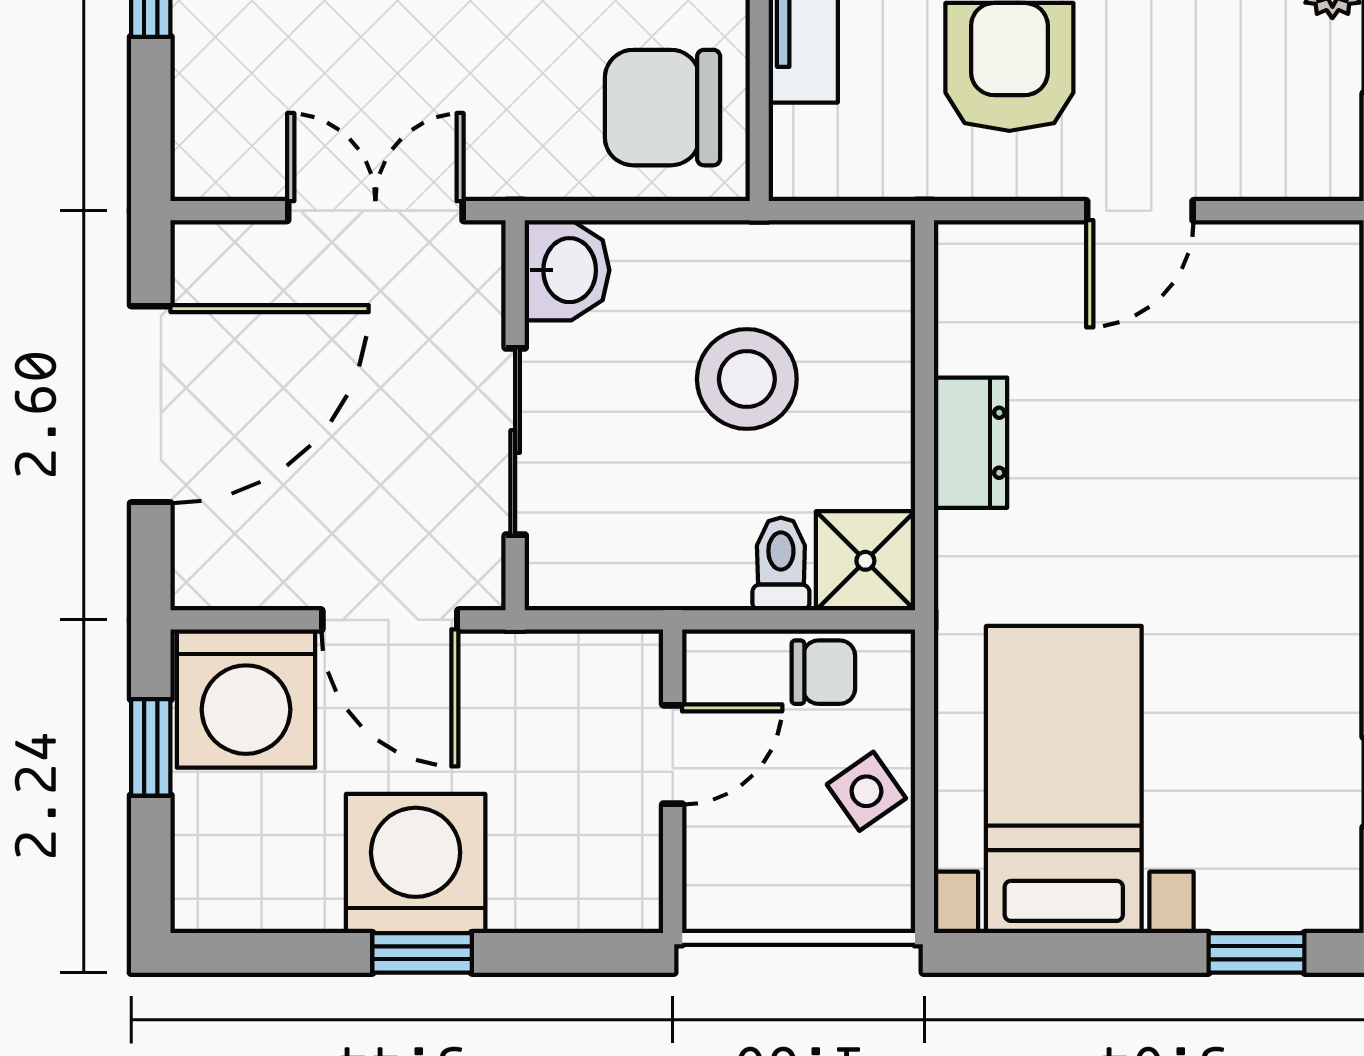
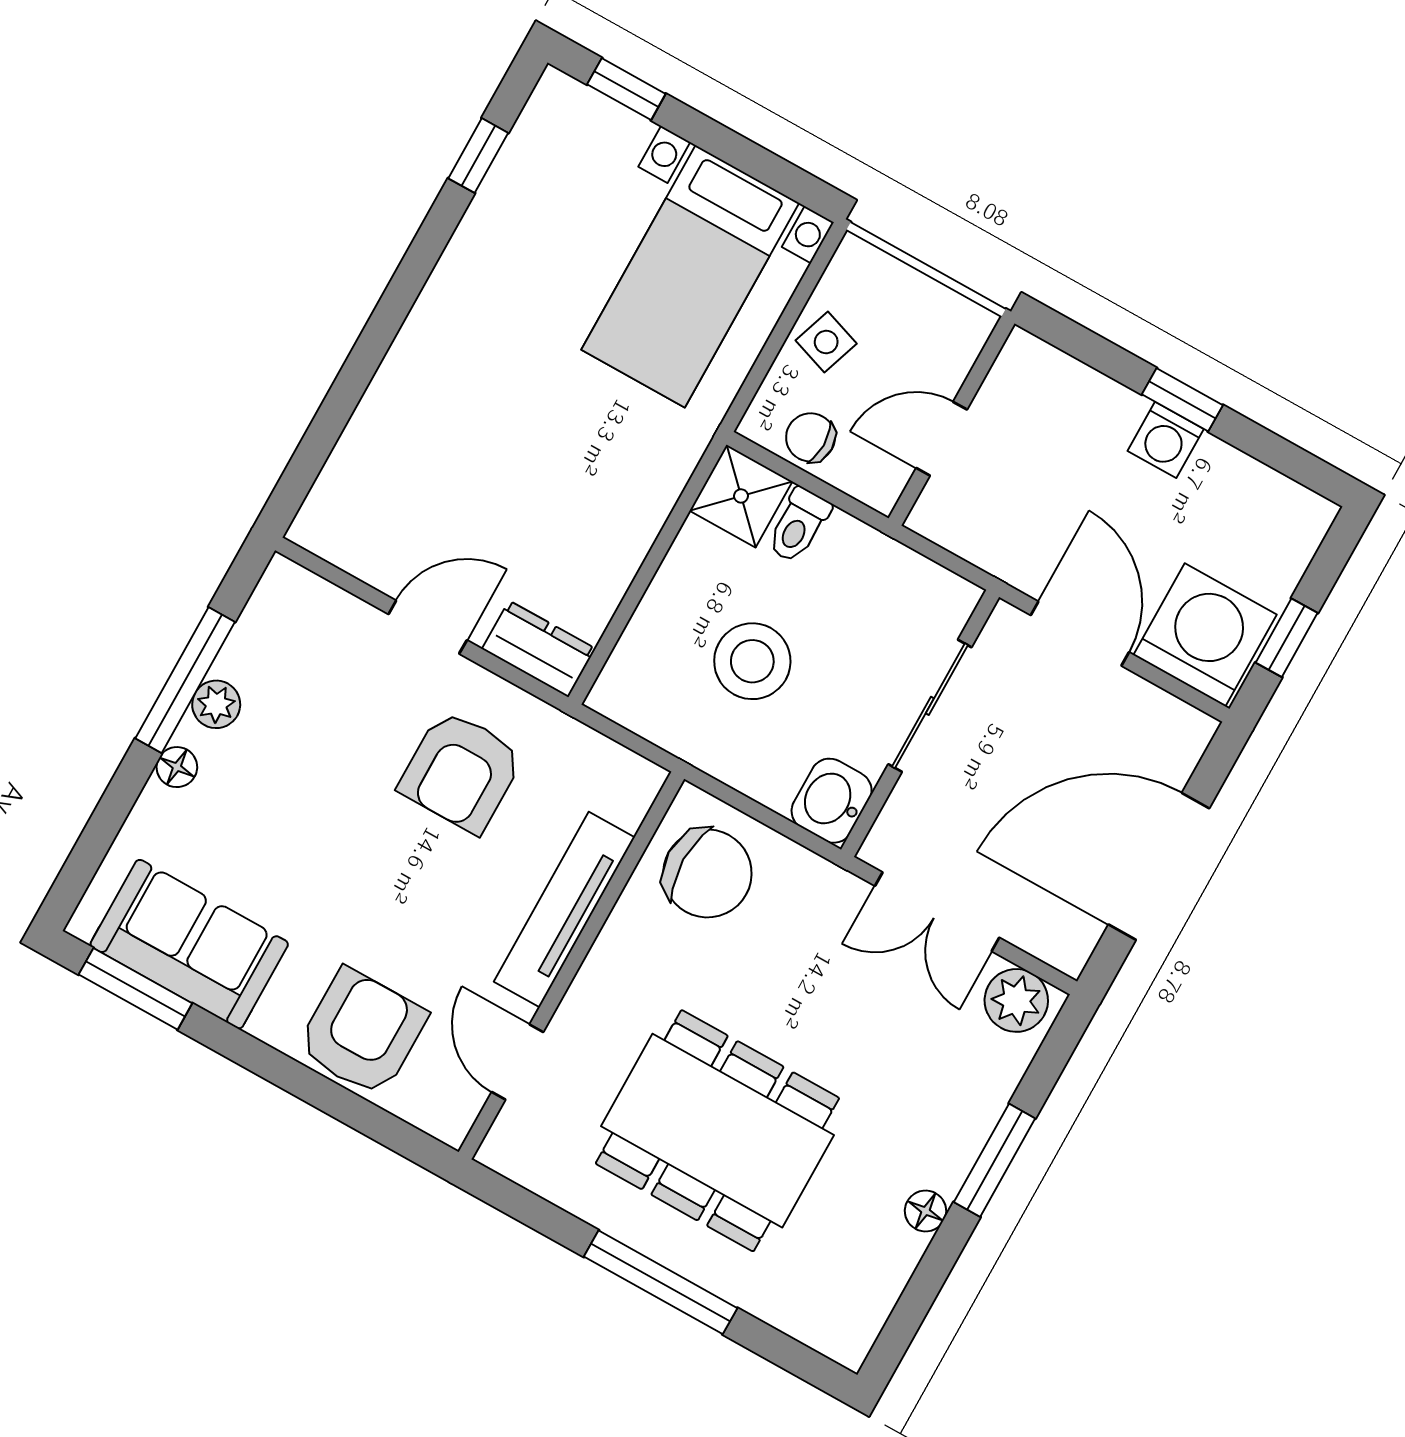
plant: (228, 160) -> (1016, 1000), added
dresser: (971, 443) -> (539, 649), moved, turned 90
side table: (866, 791) -> (826, 342), turned -36
washing machine: (416, 863) -> (1166, 440), width x0.53, depth x0.53

